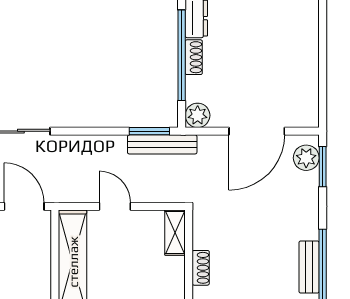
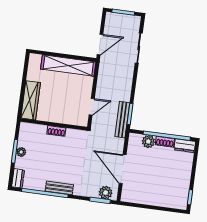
plant: (198, 115) -> (148, 142), moved
door: (115, 206) -> (92, 107), moved
shelving: (175, 233) -> (76, 120), removed
bench: (309, 267) -> (59, 188), moved

